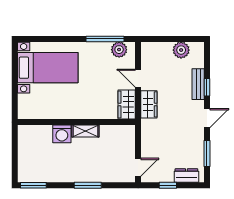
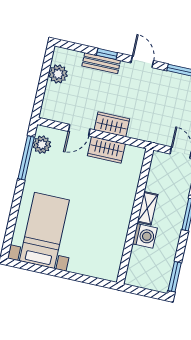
wall: (76, 122) -> (135, 216), moved
shelving: (85, 131) -> (147, 208), moved
washing machine: (62, 134) -> (145, 236), moved

